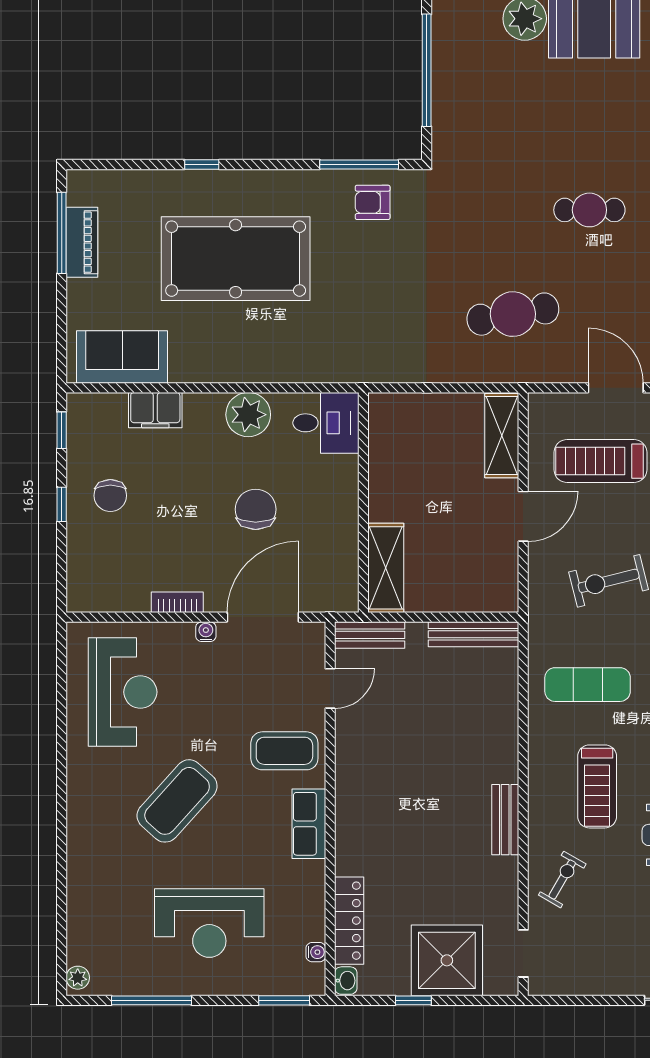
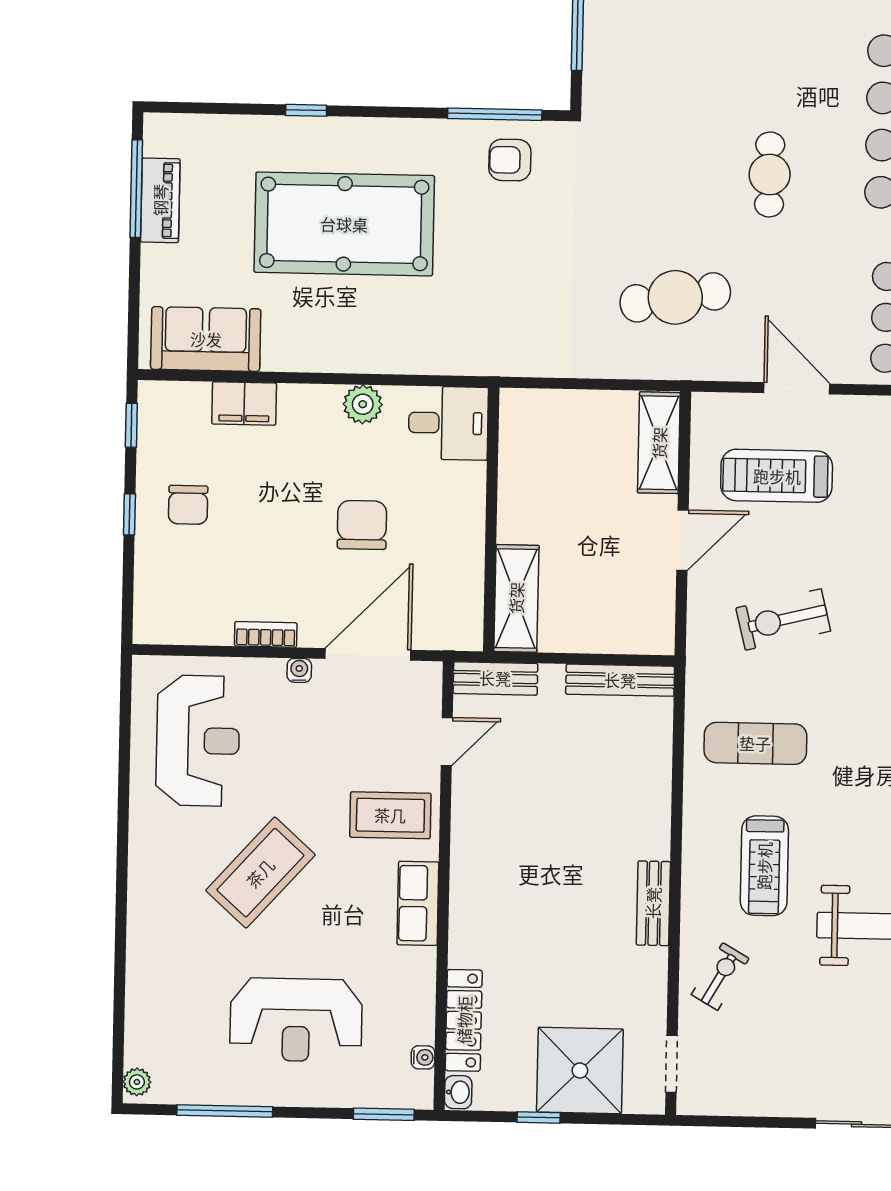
cafe table: (589, 210) -> (770, 175), turned 90
plant: (248, 415) -> (363, 404), width x0.73, depth x0.73

